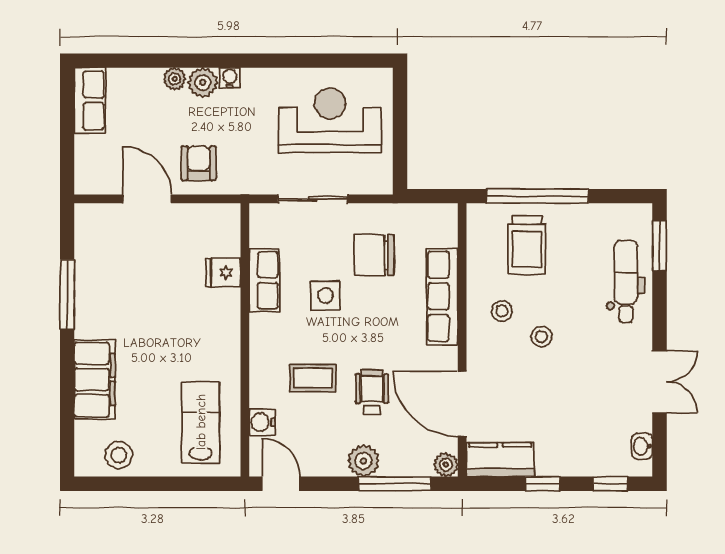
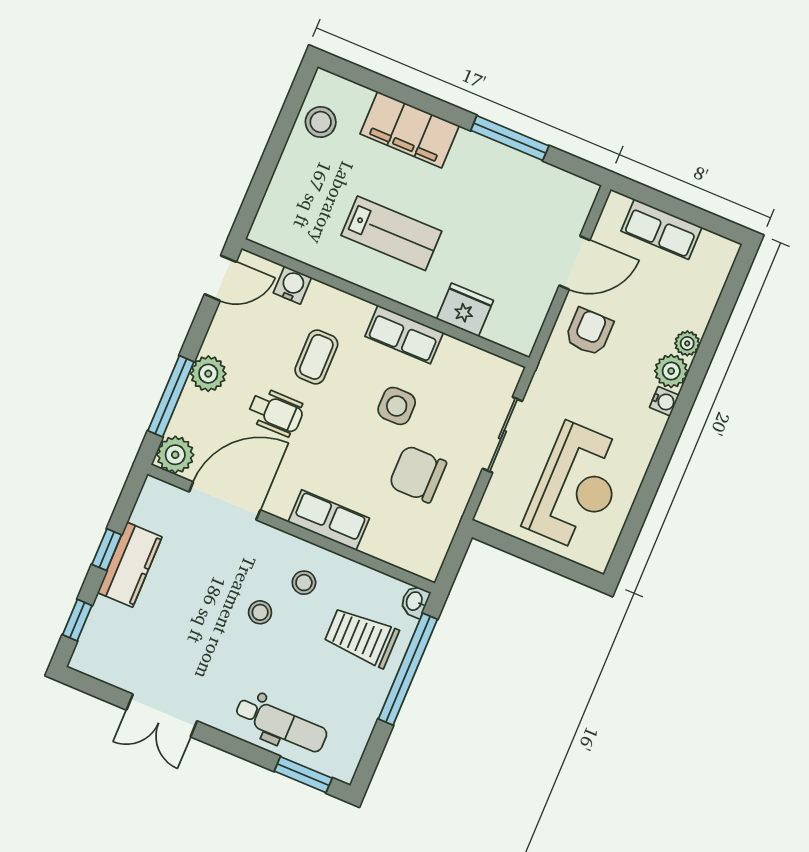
row of seats: (90, 100) -> (661, 229), moved
armchair: (199, 163) -> (589, 332), turned -90
chair: (374, 255) -> (418, 474), turned -90
fridge: (223, 273) -> (465, 310), width x1.38
row of seats: (264, 280) -> (404, 334), moved
row of seats: (442, 296) -> (329, 520), width x0.68
lab bench: (201, 422) -> (391, 233), moved
washbasin: (642, 446) -> (415, 601), moved, turned -90
kitchen counter: (500, 460) -> (130, 565), moved
plant: (446, 465) -> (175, 455), width x1.38, depth x1.38

